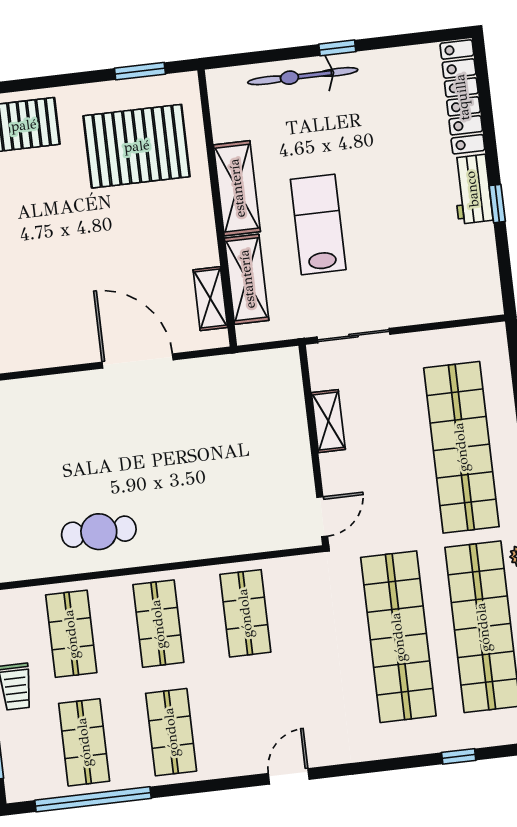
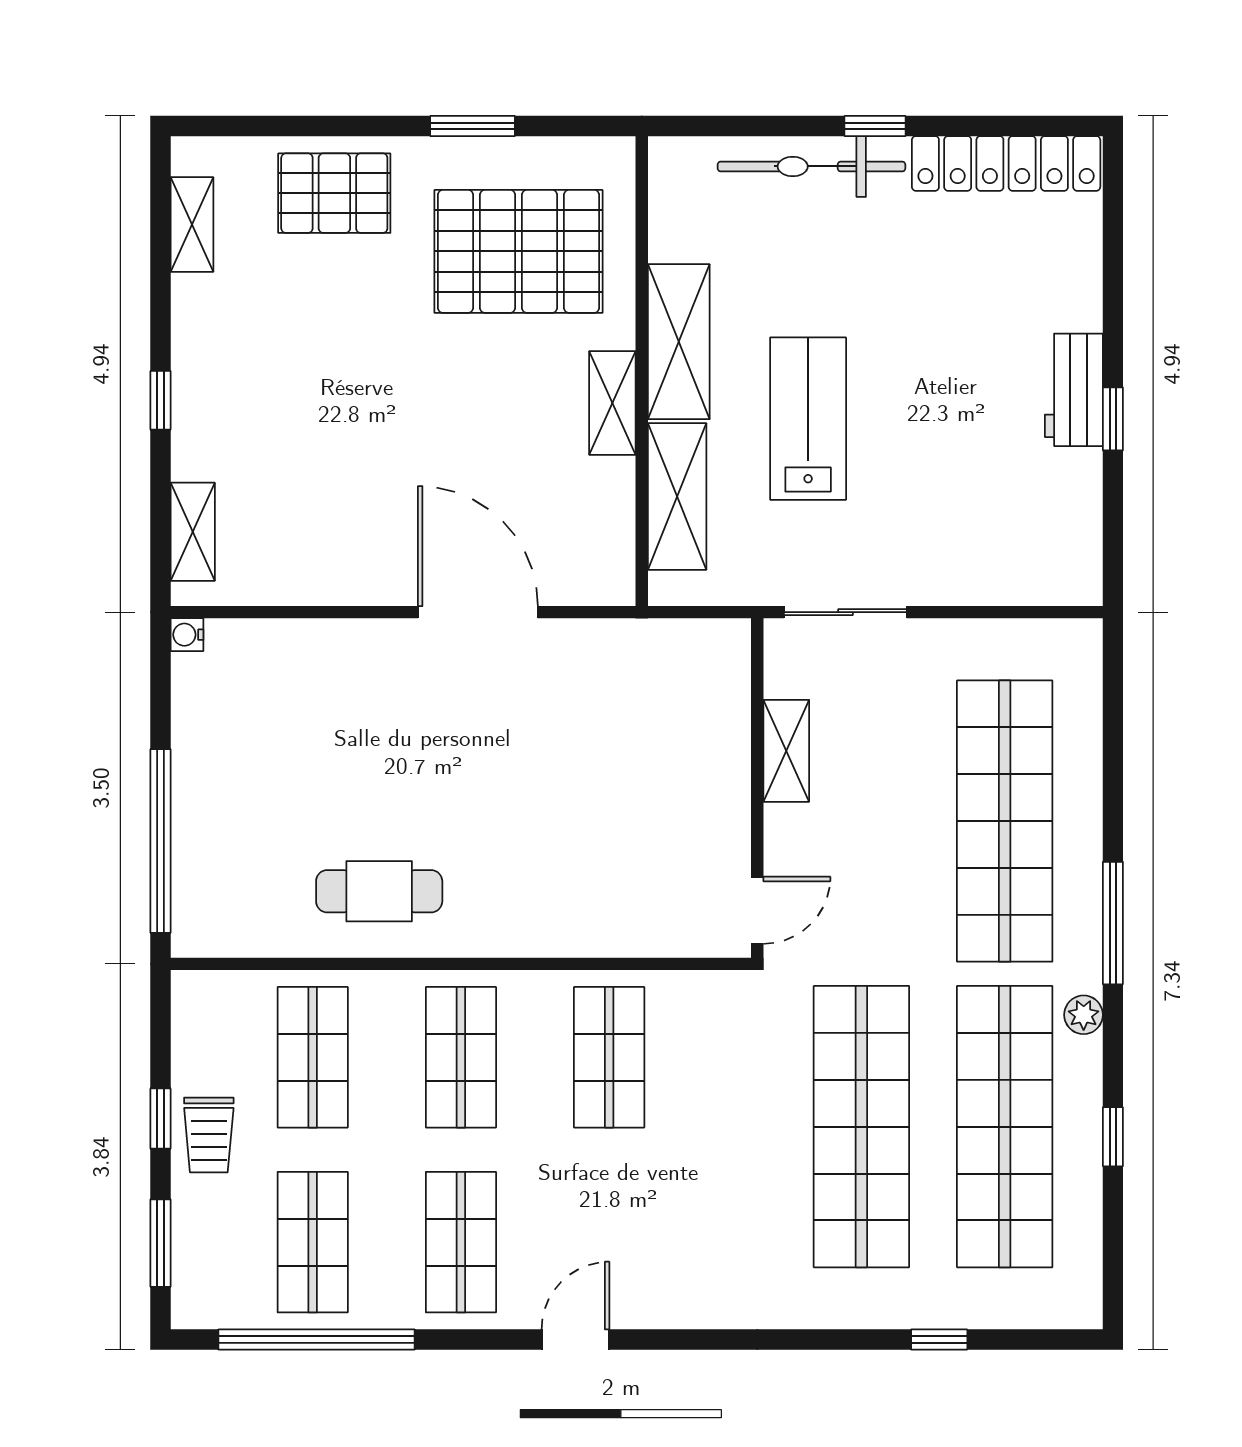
window: (140, 71) -> (473, 126), moved
locker: (462, 97) -> (1006, 163), moved, turned -90
shelving: (210, 299) -> (612, 403), moved
door: (289, 776) -> (575, 1340), moved

